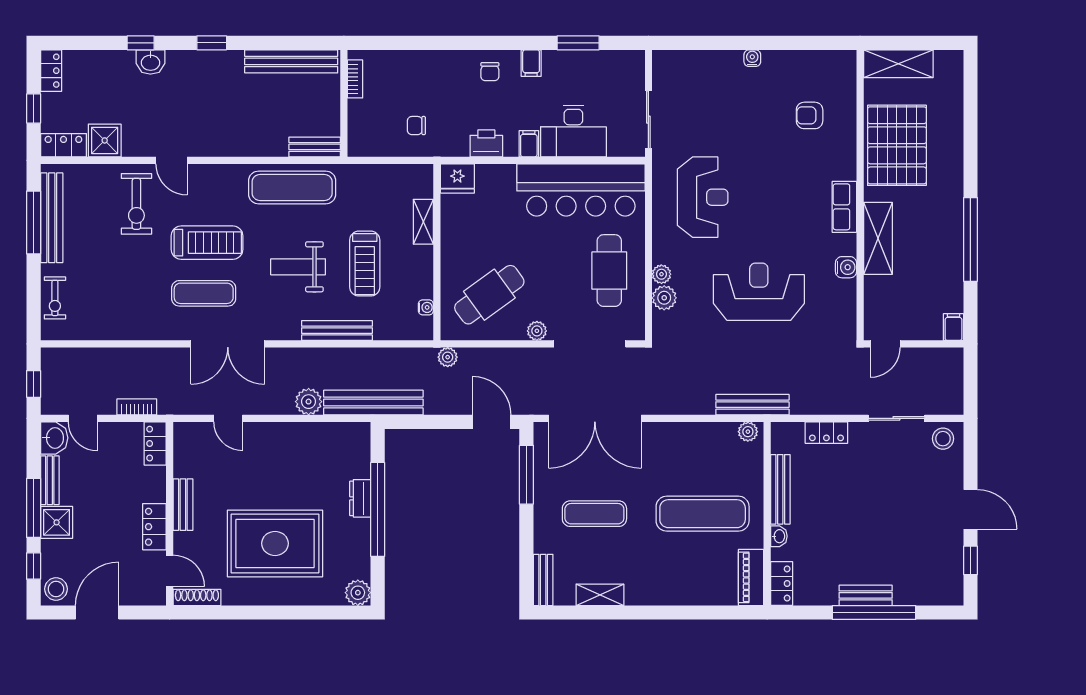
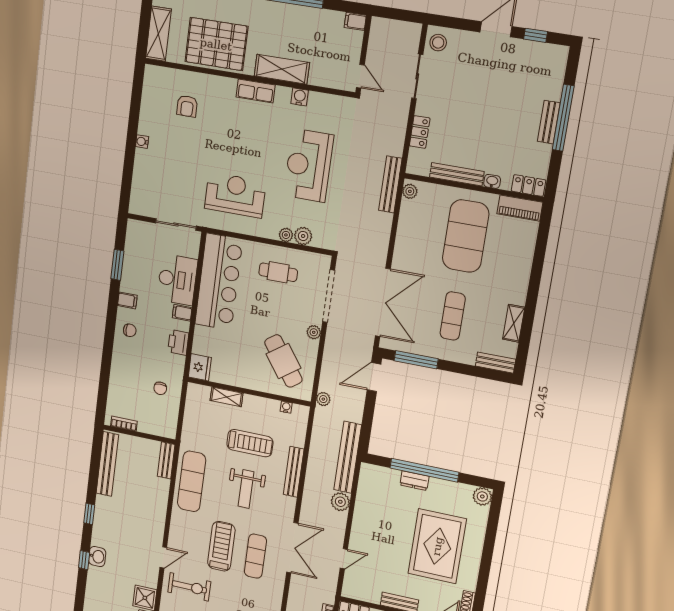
cafe table: (609, 271) -> (278, 272), width x0.73, depth x0.74
exercise mat: (703, 514) -> (466, 236), width x1.47

